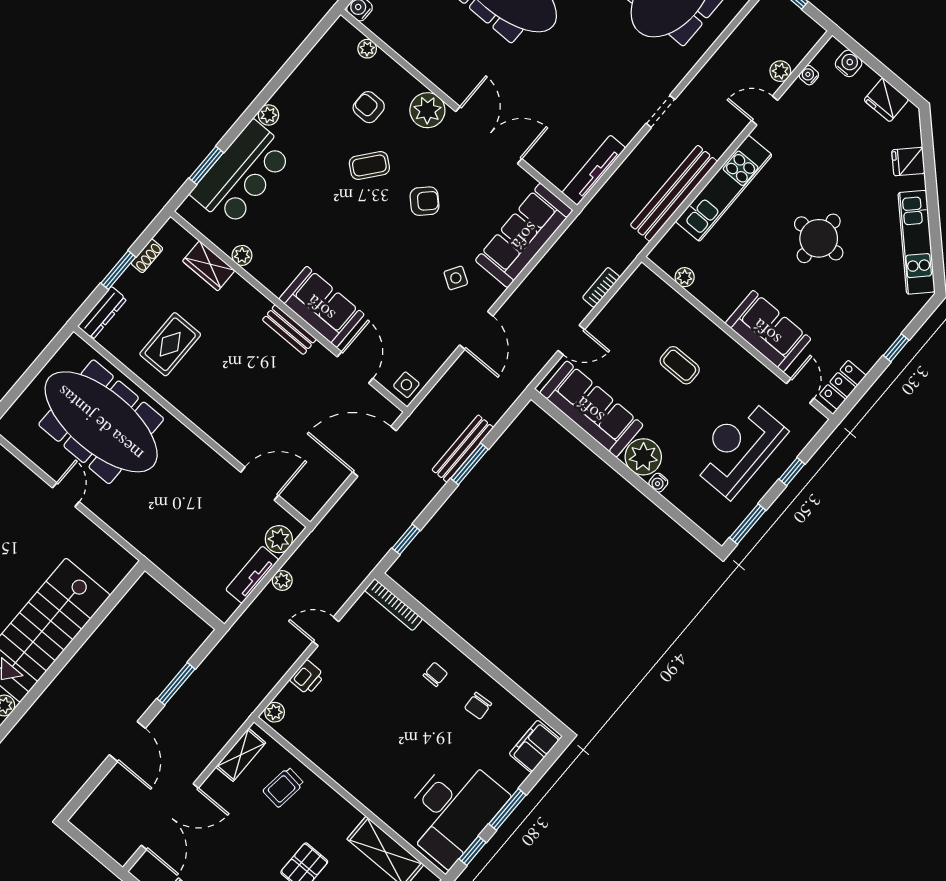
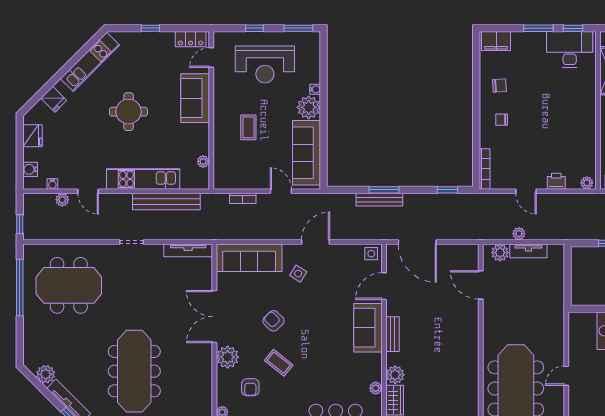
plant: (238, 292) -> (395, 375), added
rug: (170, 344) -> (449, 387), removed
desk: (453, 810) -> (570, 50), width x0.73, depth x0.77

